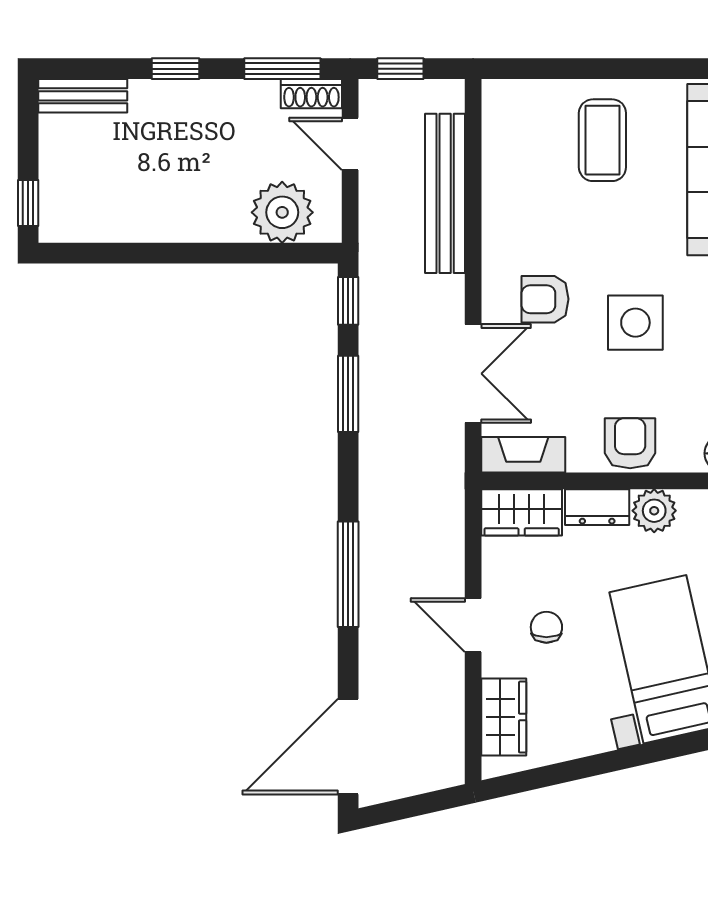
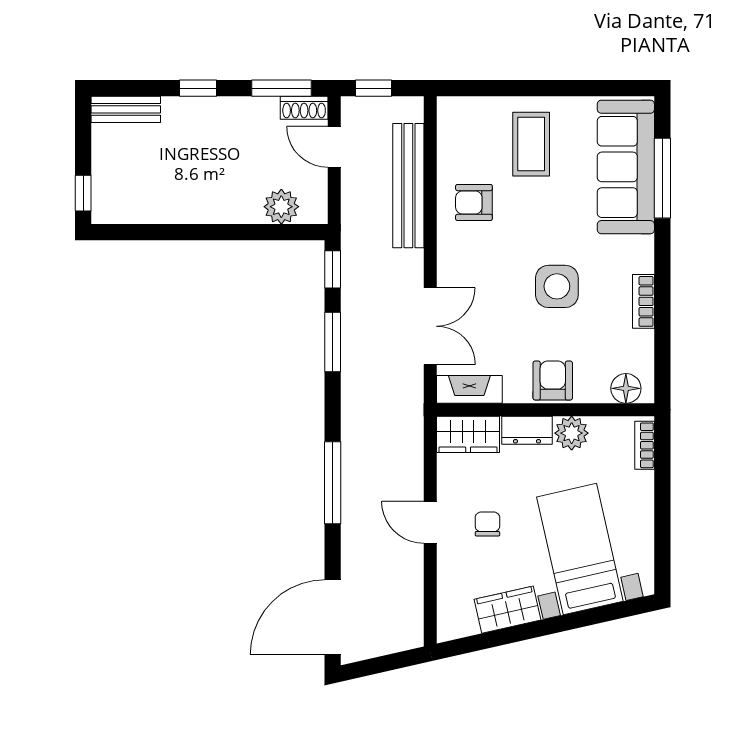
plant: (282, 212) -> (281, 207), width x0.73, depth x0.73
armchair: (545, 299) -> (474, 202), moved
wardrobe: (504, 717) -> (508, 610), moved, turned -103

